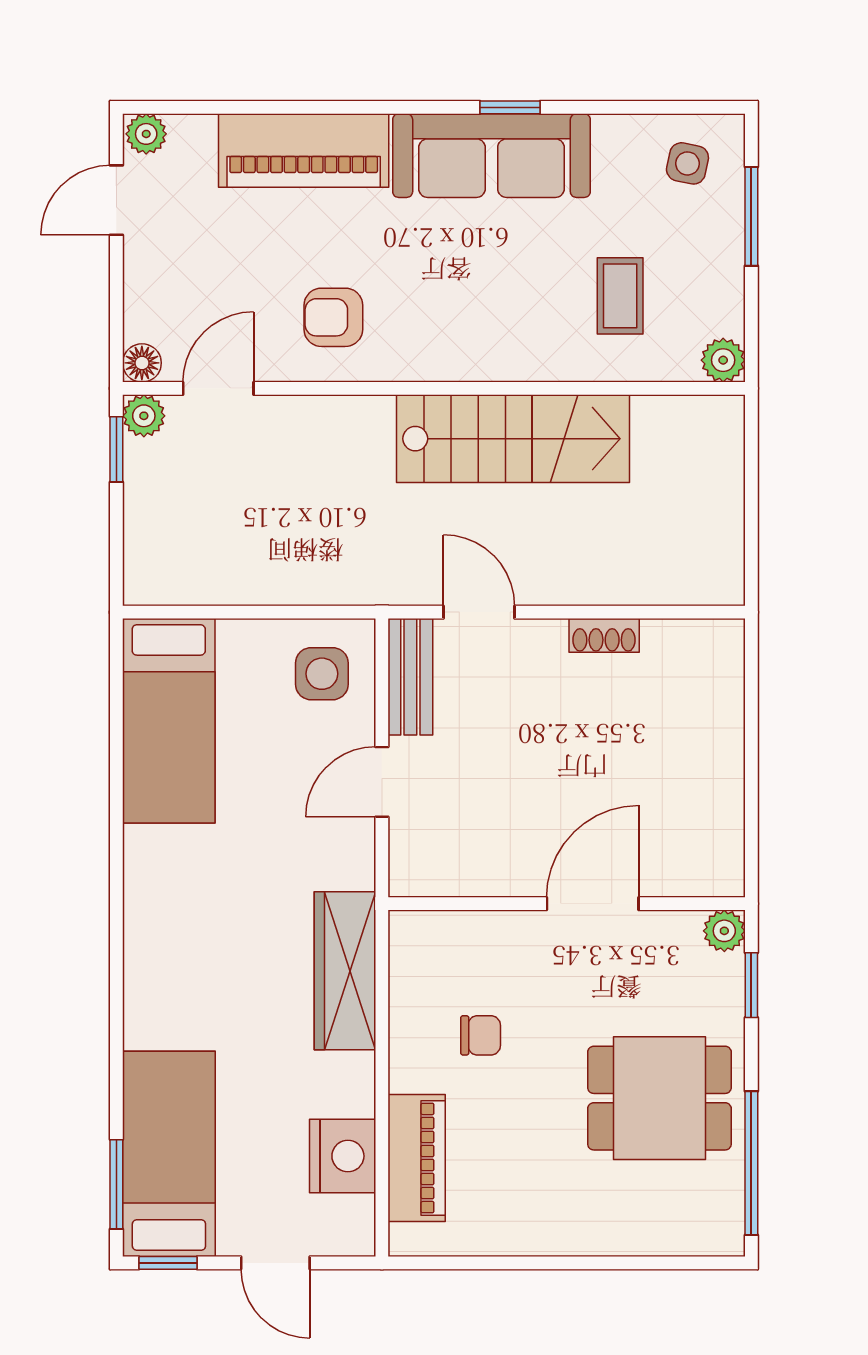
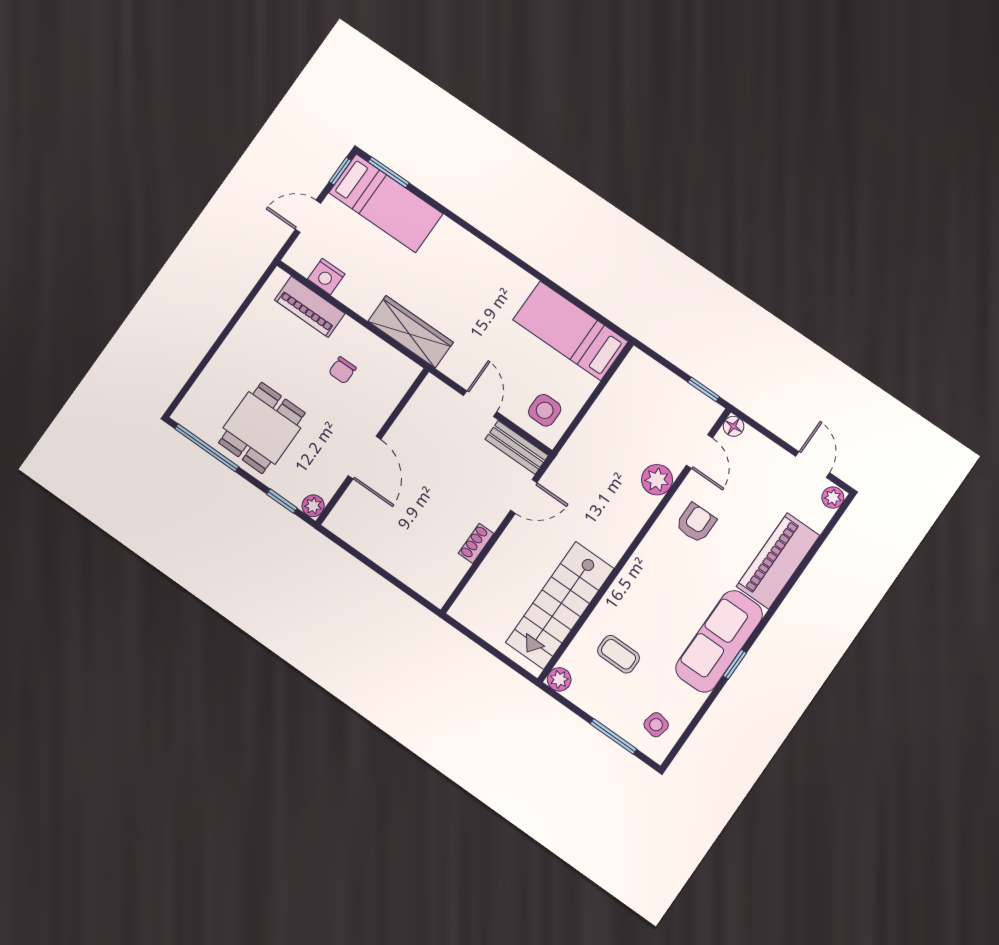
plant: (144, 416) -> (657, 480), moved, width x1.38, depth x1.38
stairs: (513, 439) -> (560, 605), moved
nightstand: (343, 1156) -> (326, 277), width x0.74, depth x0.75

